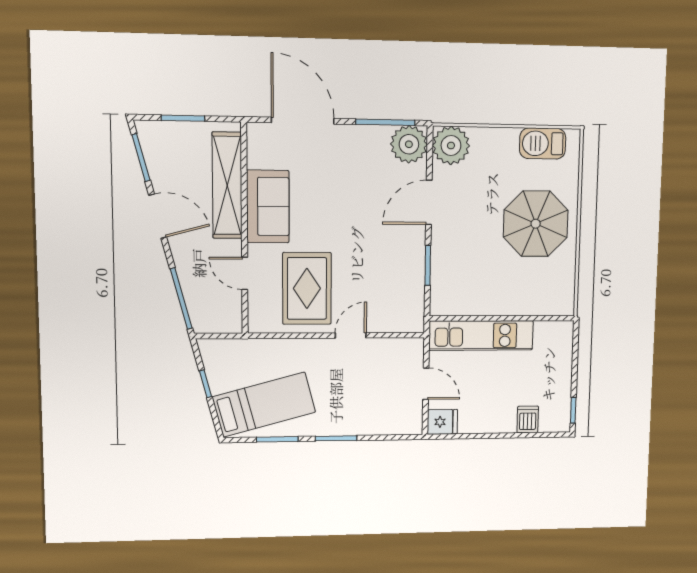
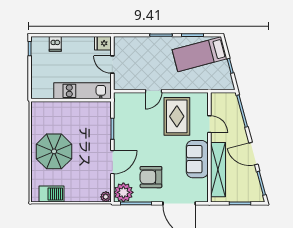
plant: (451, 146) -> (106, 197), width x0.53, depth x0.53
armchair: (357, 173) -> (151, 177), added

